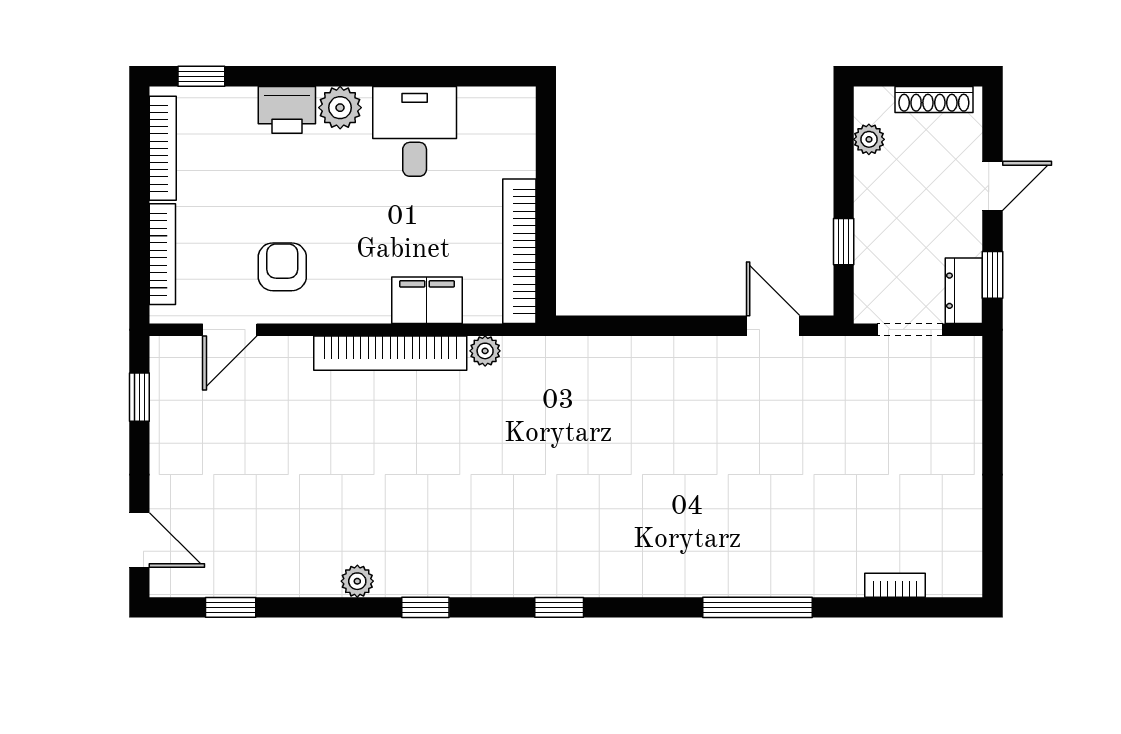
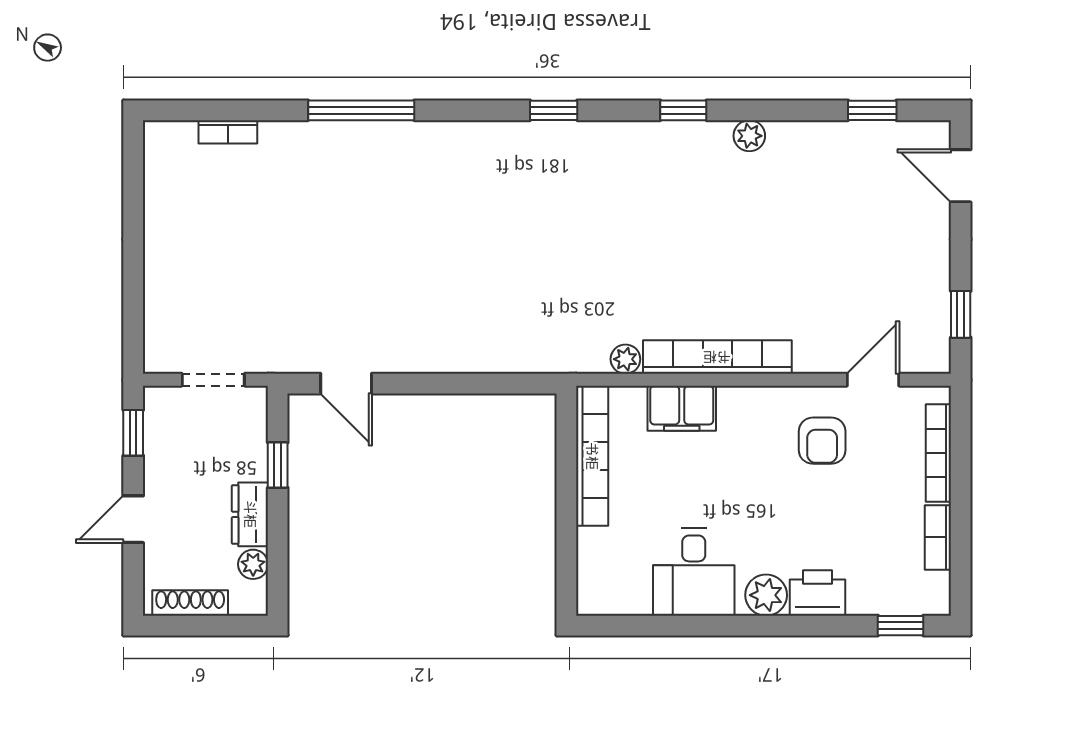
bookcase: (163, 148) -> (938, 537), width x0.64
dresser: (964, 291) -> (250, 514), moved, turned 180

